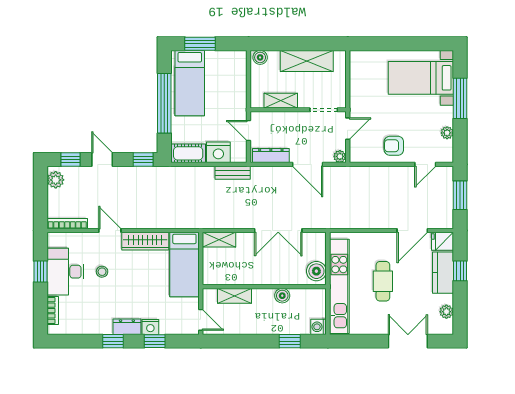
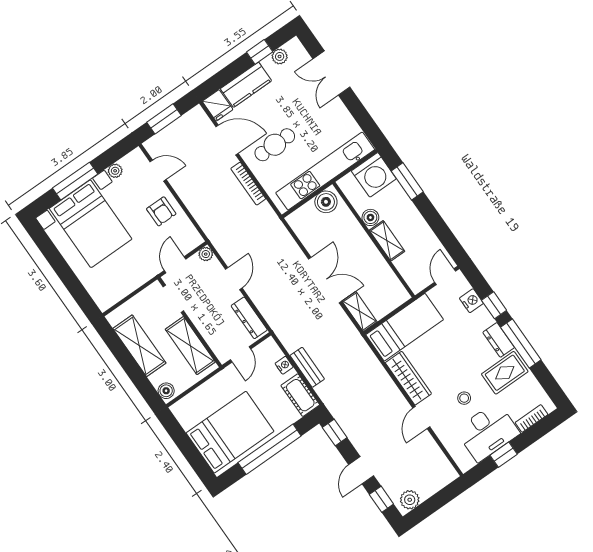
window: (200, 44) -> (192, 455), removed
bed with nightstands: (421, 78) -> (91, 224), width x1.36
bed: (190, 83) -> (230, 432), width x1.50
shelving: (281, 101) -> (190, 346), width x1.50, depth x1.33
door: (348, 129) -> (175, 265), hinge flipped
nightstand: (218, 152) -> (284, 365), width x0.53, depth x0.56
door: (308, 164) -> (234, 279), width x0.73
bench: (233, 173) -> (307, 367), moved
bookcase: (67, 224) -> (248, 184), moved
double door: (278, 230) -> (325, 280), moved
window: (460, 271) -> (260, 52), moved
cafe table: (383, 281) -> (275, 145), moved
shelving: (234, 296) -> (387, 241), moved
rug: (100, 314) -> (505, 373), added
nightstand: (150, 327) -> (471, 301), moved
washing machine: (319, 327) -> (374, 175), width x1.89, depth x1.89
window: (113, 341) -> (521, 343), width x2.17
window: (290, 341) -> (407, 181), width x1.50

